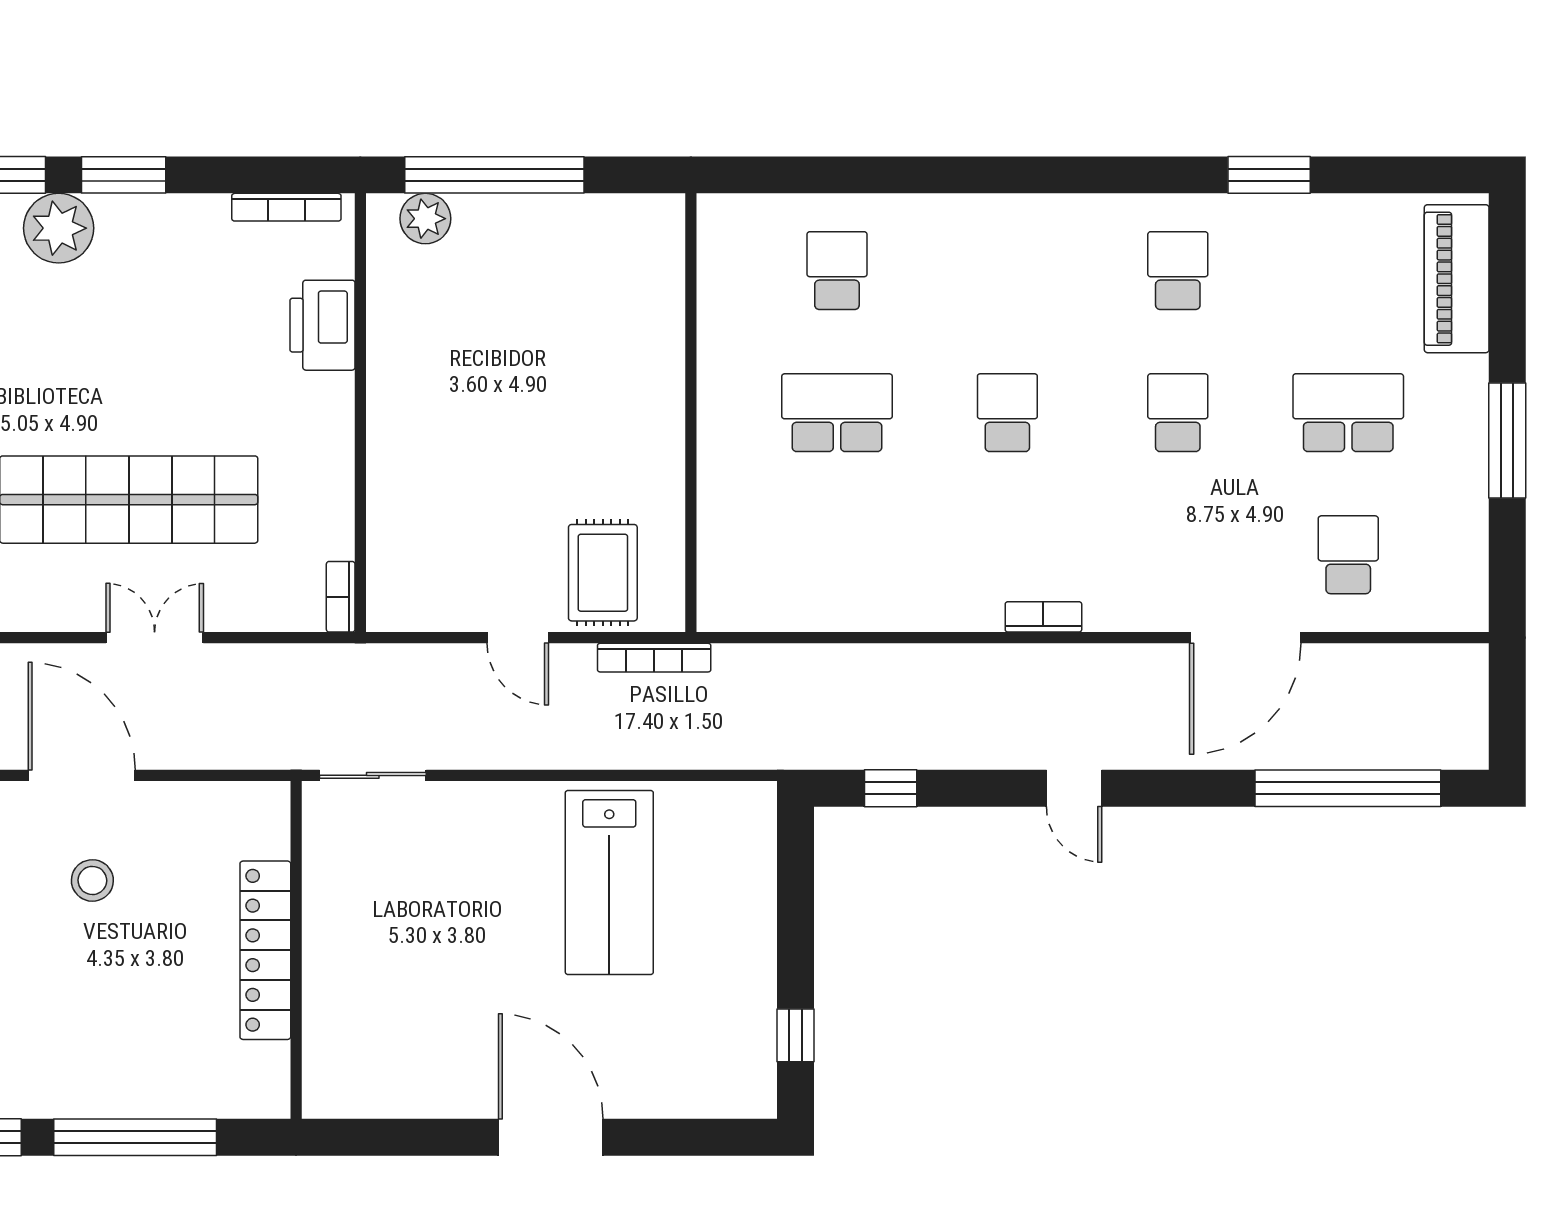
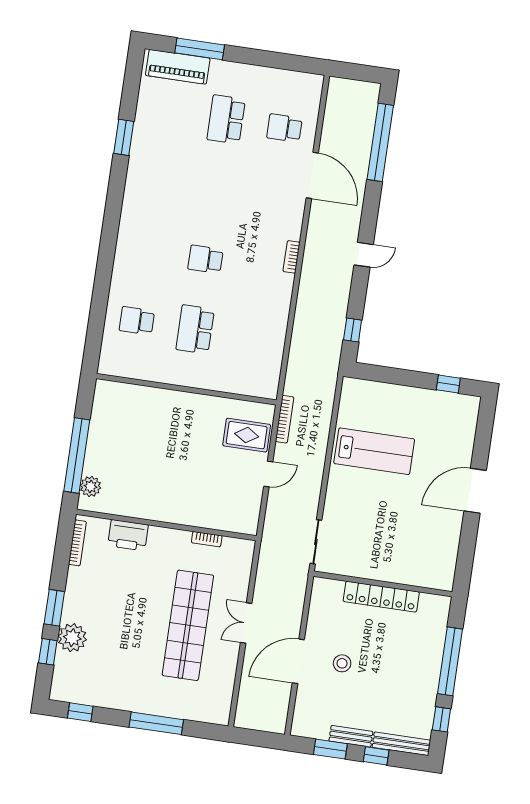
school desk: (1178, 271) -> (157, 181), removed
school desk: (1178, 413) -> (216, 189), removed
window: (1507, 441) -> (200, 49), moved
bookcase: (341, 597) -> (207, 539), moved

